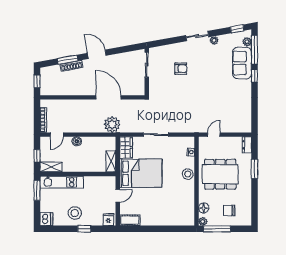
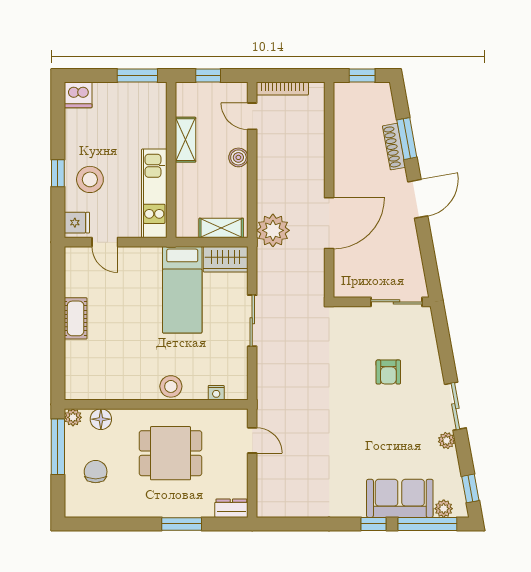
shelving: (111, 161) -> (221, 228), moved
shelving: (51, 167) -> (185, 140), moved
bed: (141, 173) -> (182, 290), width x0.67
dining table: (220, 174) -> (171, 453), width x0.73
kitchen unit: (62, 182) -> (154, 193), moved
door: (118, 196) -> (105, 242), moved
stool: (75, 213) -> (90, 179), moved
cot: (130, 220) -> (76, 318), moved

